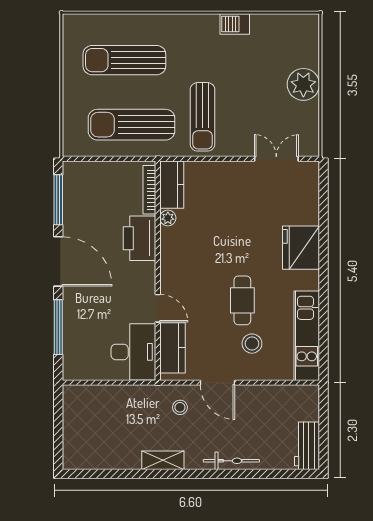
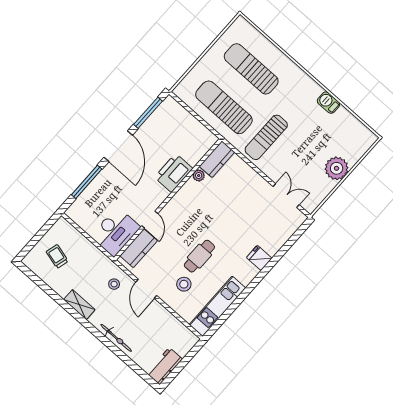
bookcase: (149, 190) -> (202, 151), removed
fridge: (301, 248) -> (259, 258), width x0.53, depth x0.75
trolley: (96, 431) -> (57, 256), added

